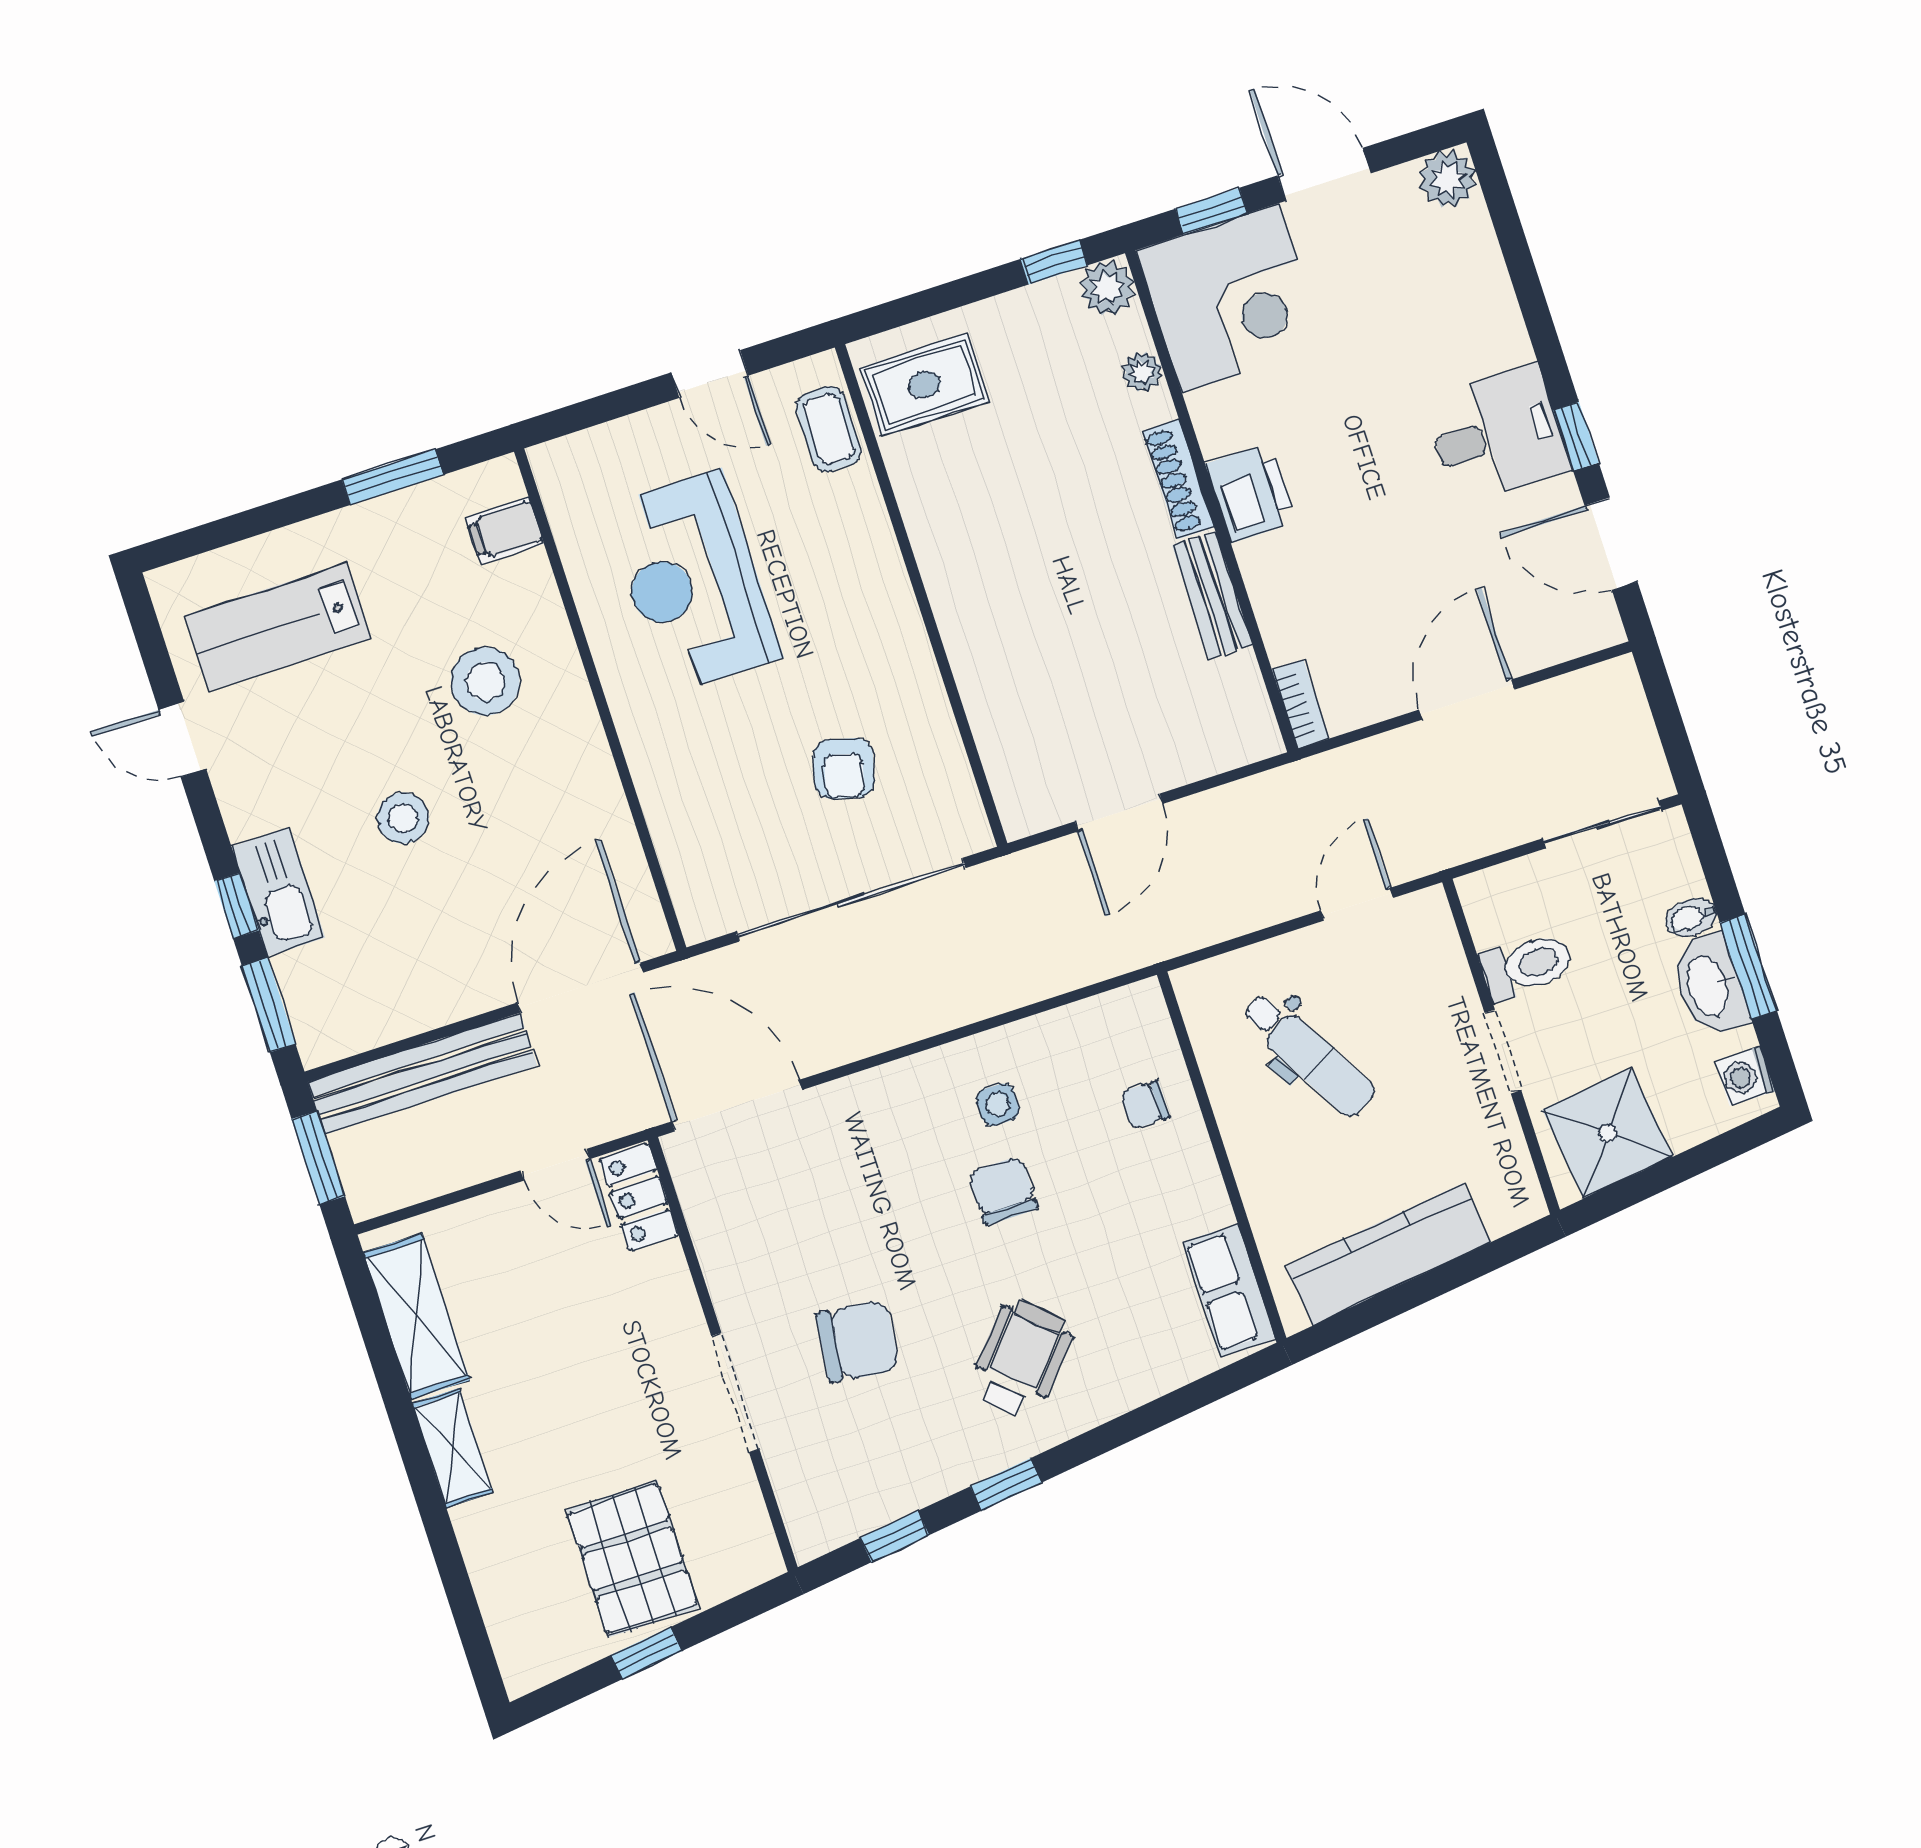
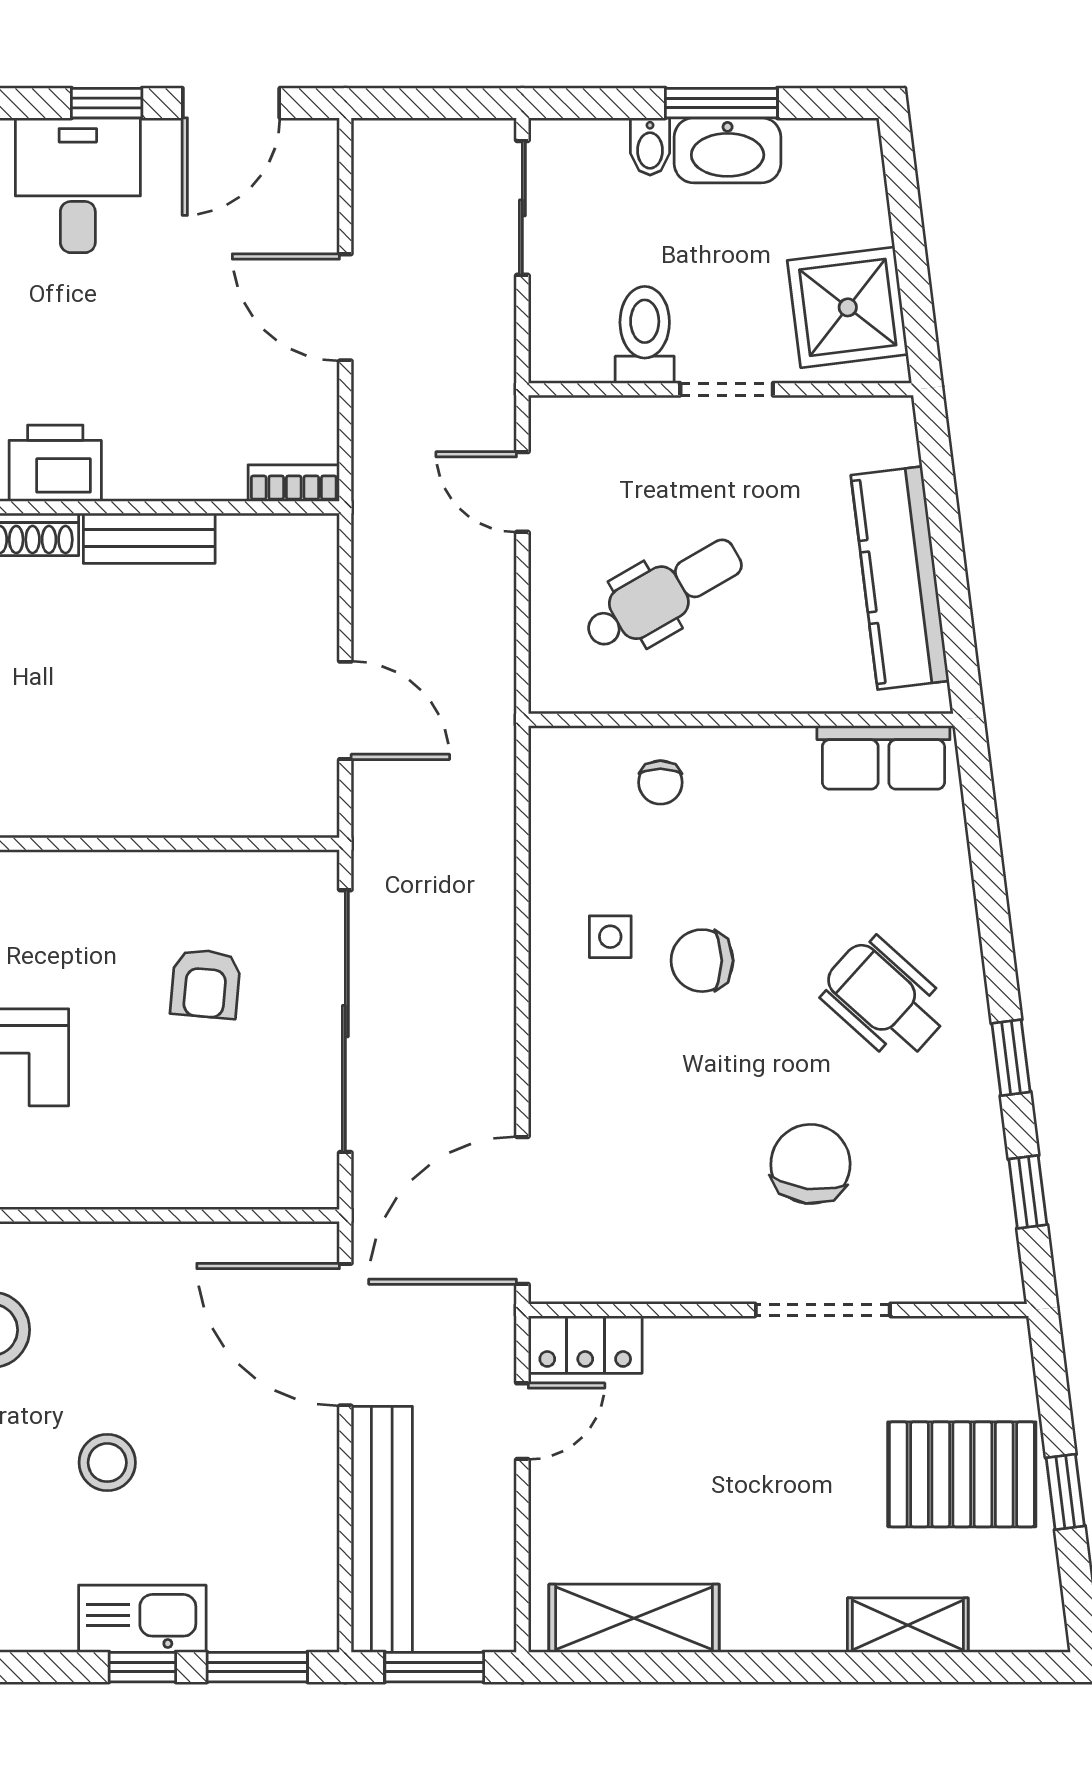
armchair: (844, 769) -> (205, 984), turned 80
washing machine: (1745, 1076) -> (835, 144), removed
shelving: (453, 1448) -> (908, 1625), moved

